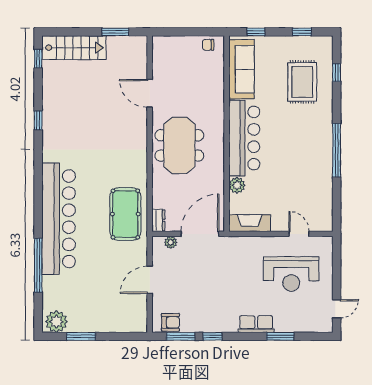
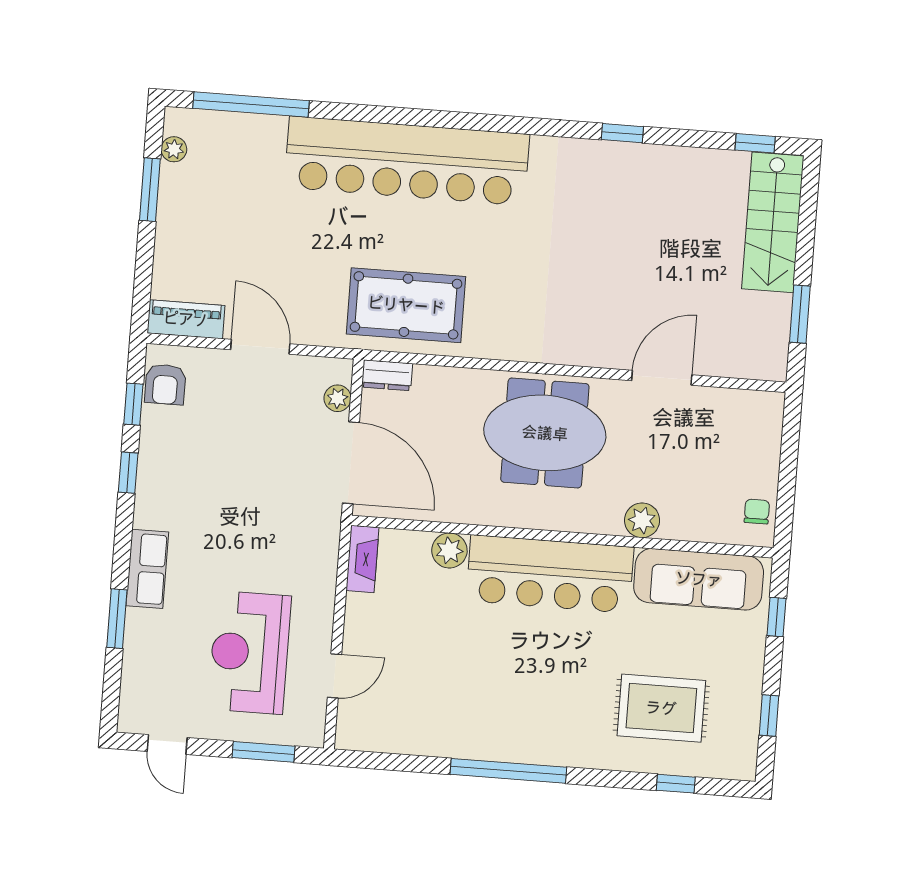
plant: (216, 97) -> (642, 520), added
fireplace: (250, 223) -> (362, 559), width x0.73, depth x0.76
window: (337, 264) -> (263, 752), added
window: (38, 265) -> (251, 104), moved
piano: (140, 315) -> (186, 319), added
plant: (56, 322) -> (174, 149), width x0.53, depth x0.53
window: (181, 336) -> (133, 404), width x0.67

